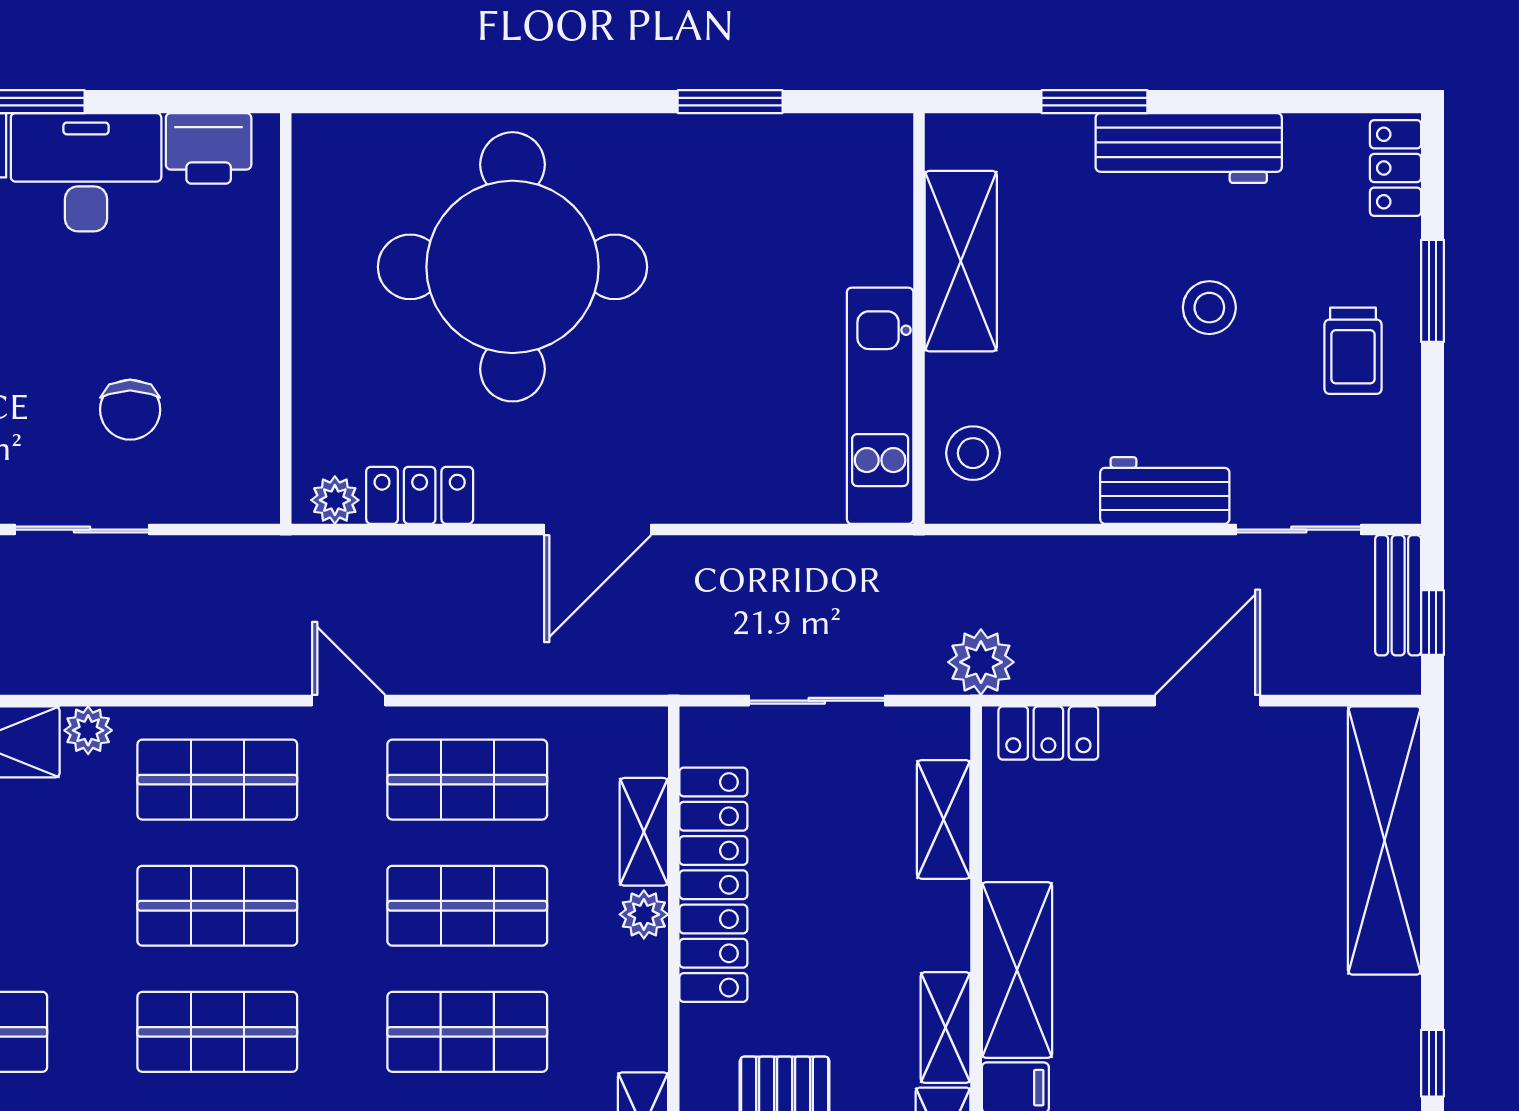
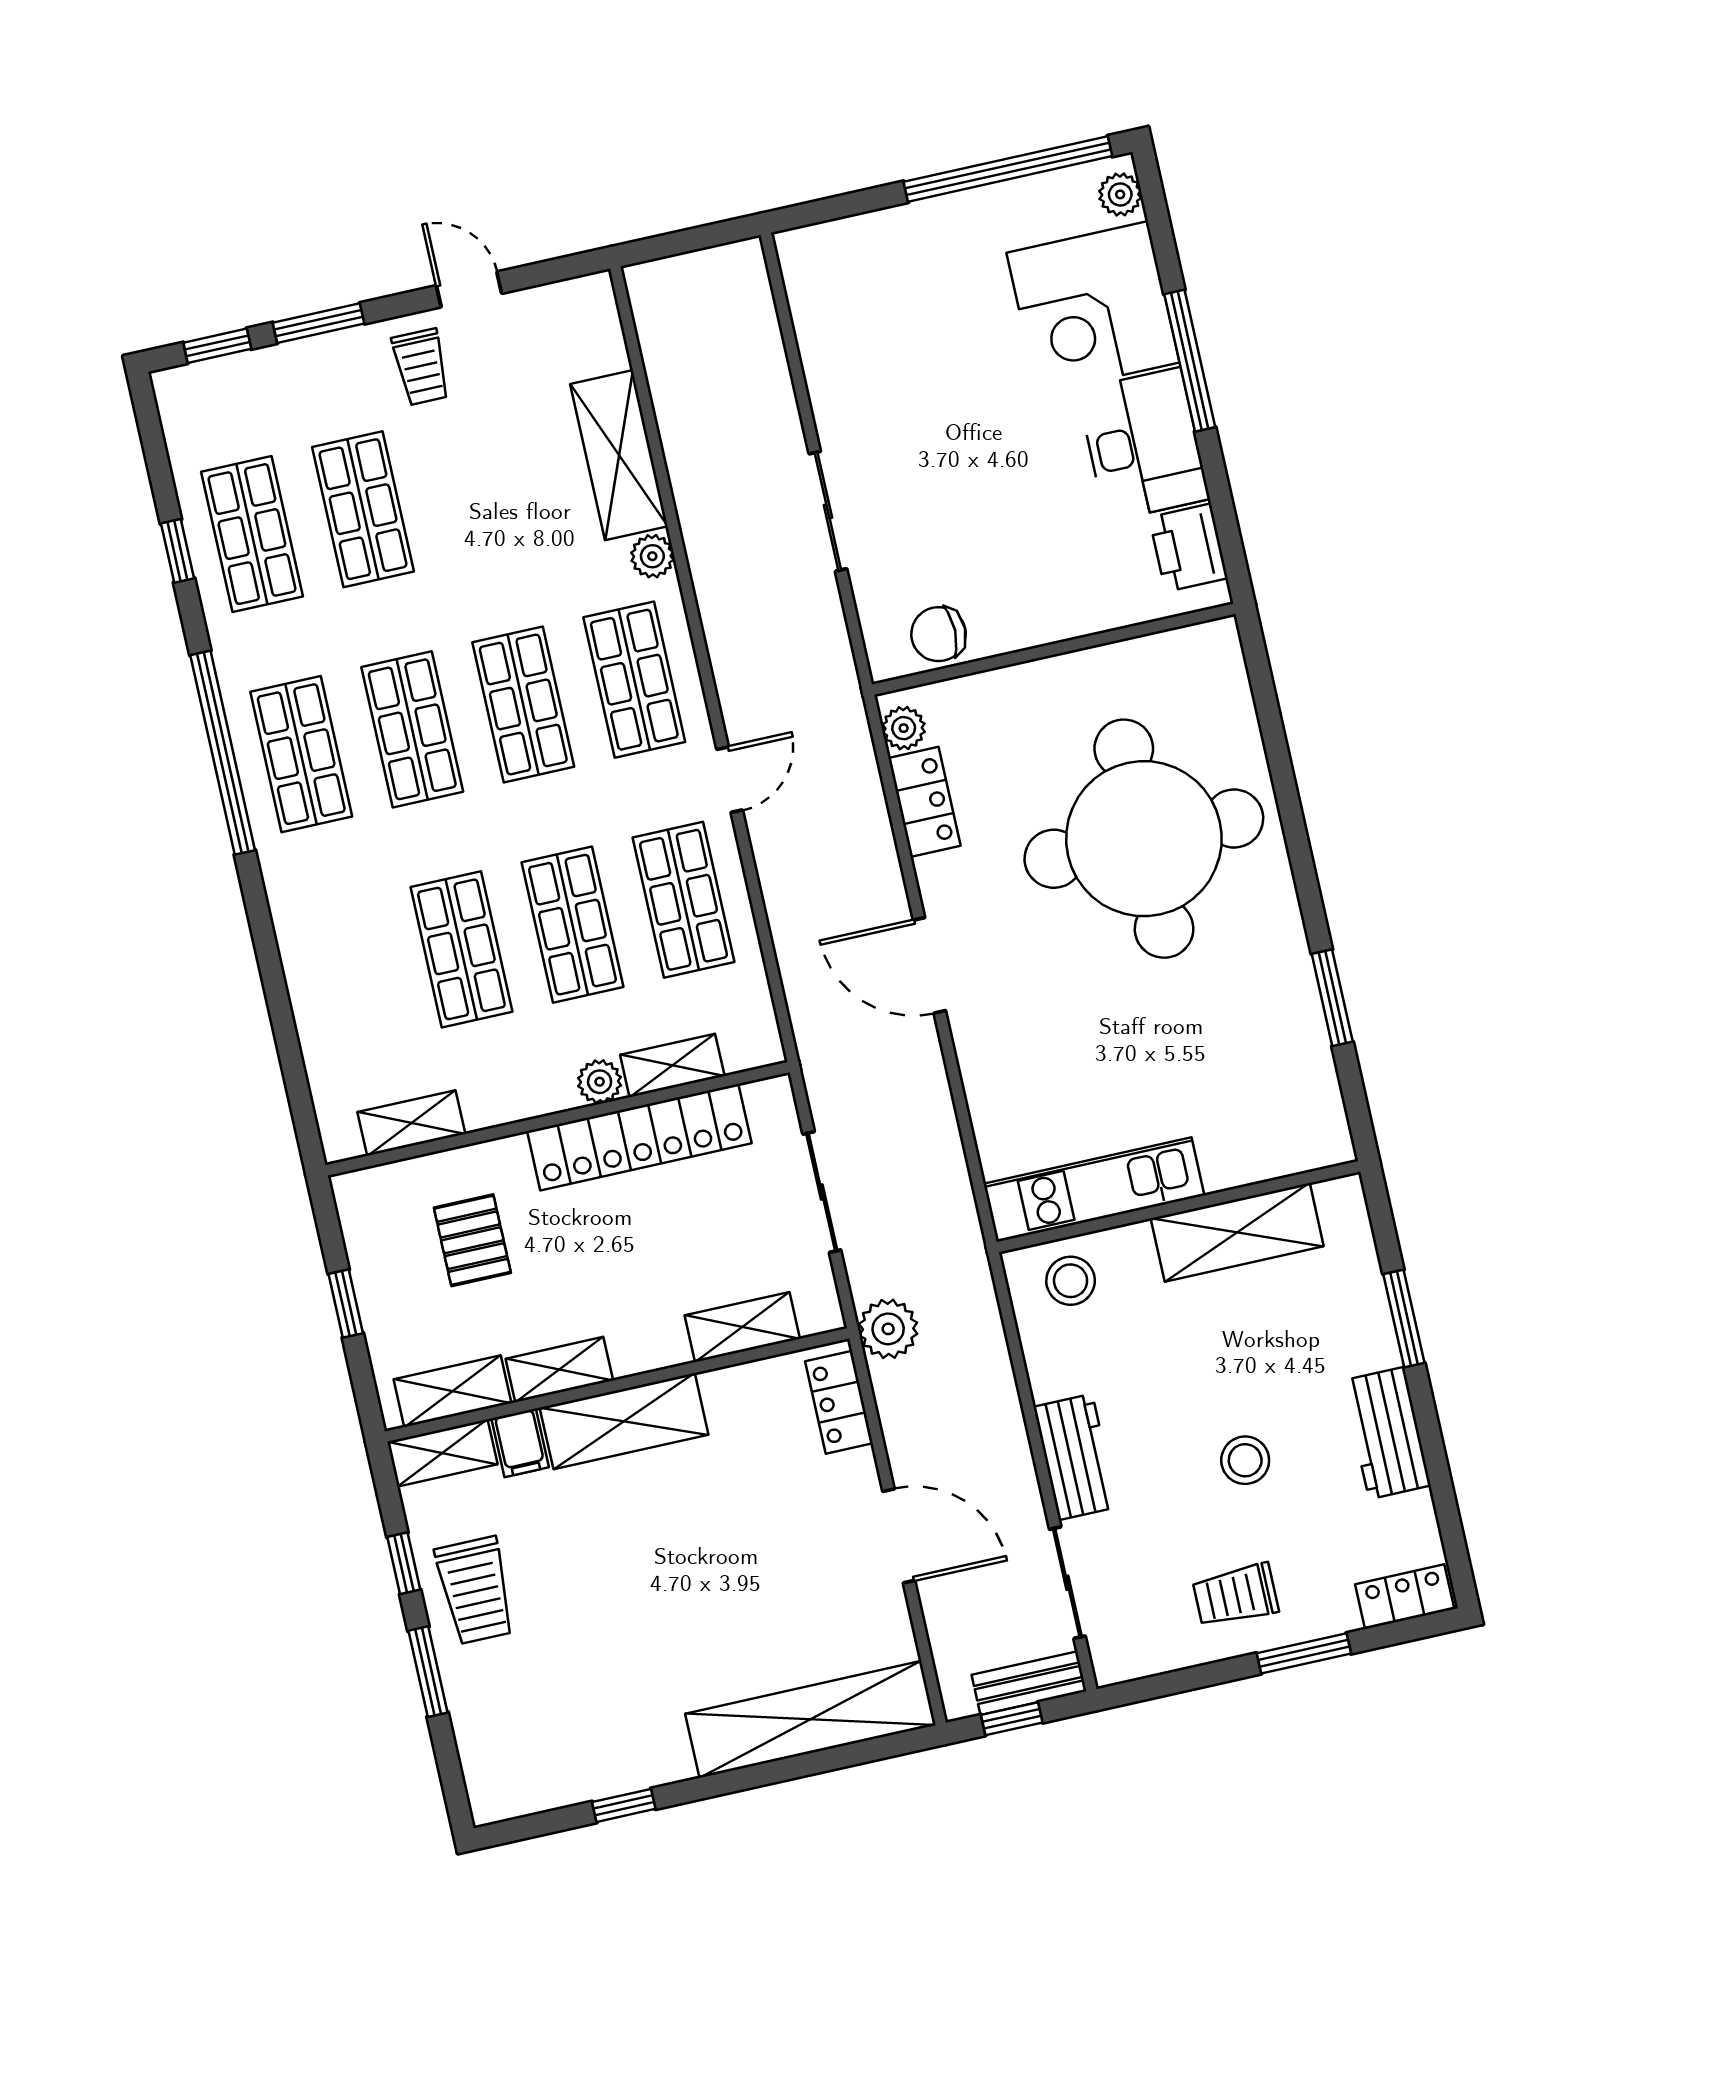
workbench: (1189, 148) -> (1387, 1433), width x0.73
chair: (130, 410) -> (938, 634), moved

